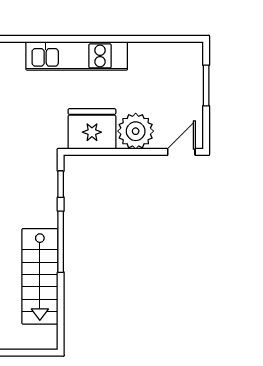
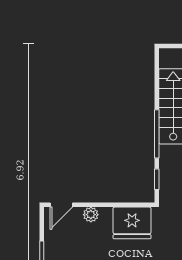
plant: (136, 131) -> (91, 215), width x0.53, depth x0.53

